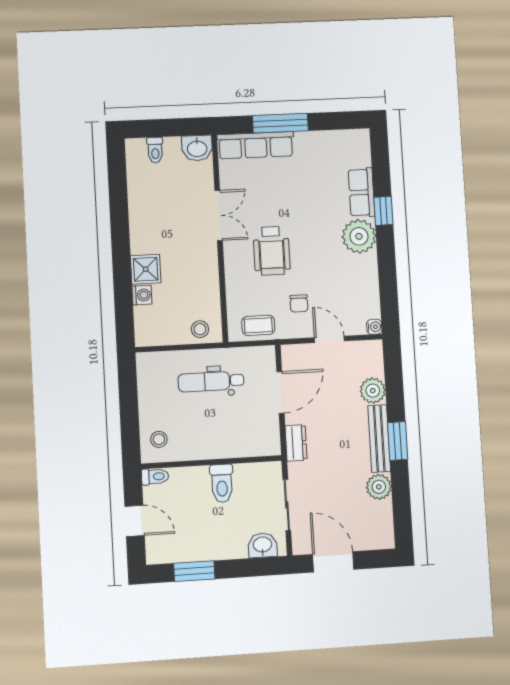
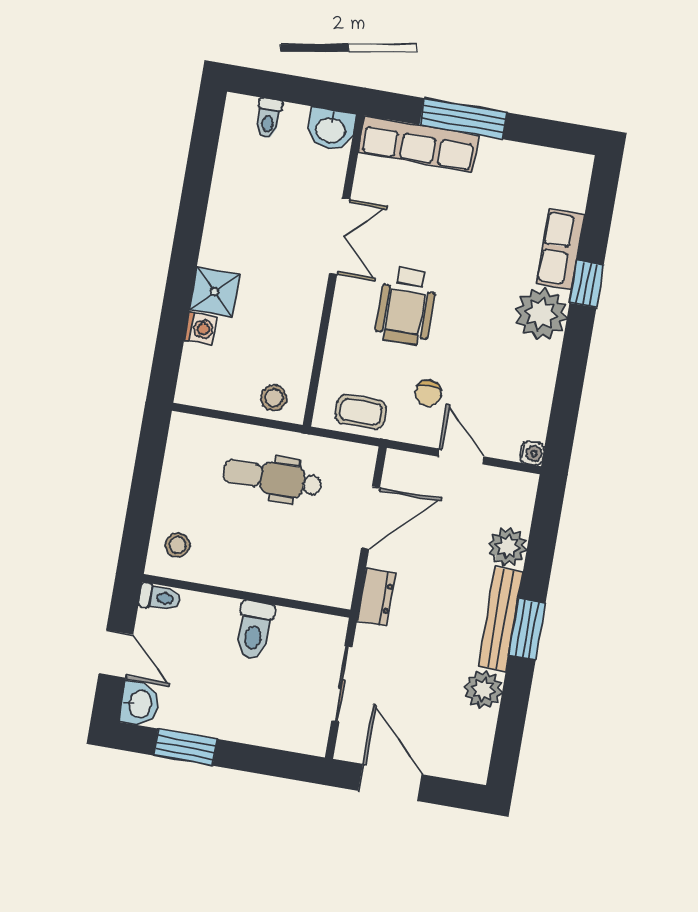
washbasin: (262, 545) -> (139, 704), moved, turned 90

